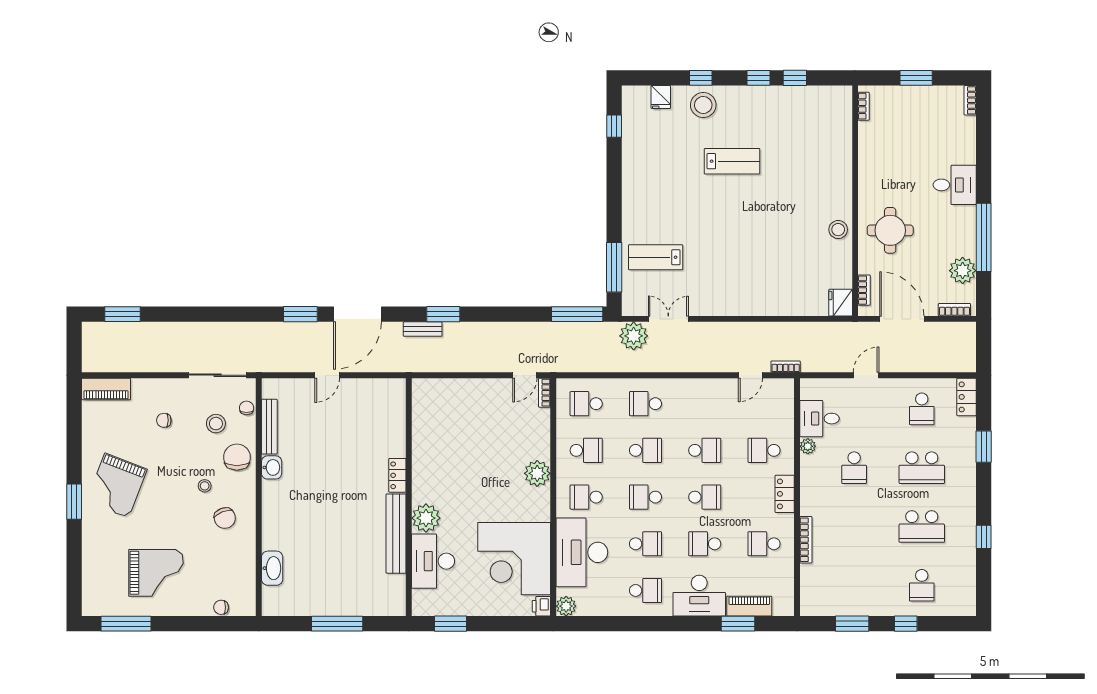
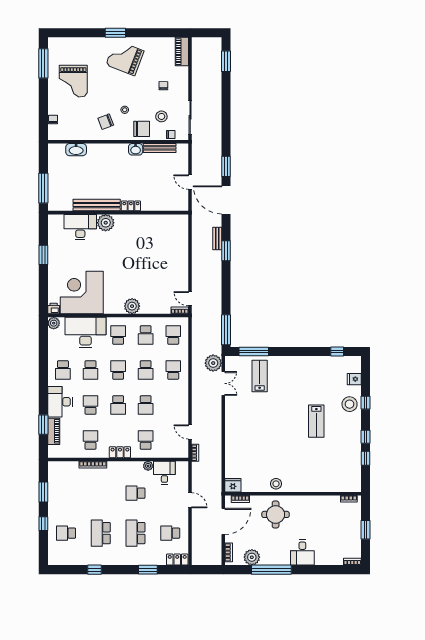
locker: (397, 475) -> (131, 206), moved
wall: (409, 497) -> (118, 213), moved
plant: (426, 518) -> (106, 223), moved
bench: (396, 534) -> (97, 205), moved
desk: (433, 561) -> (80, 227), moved

